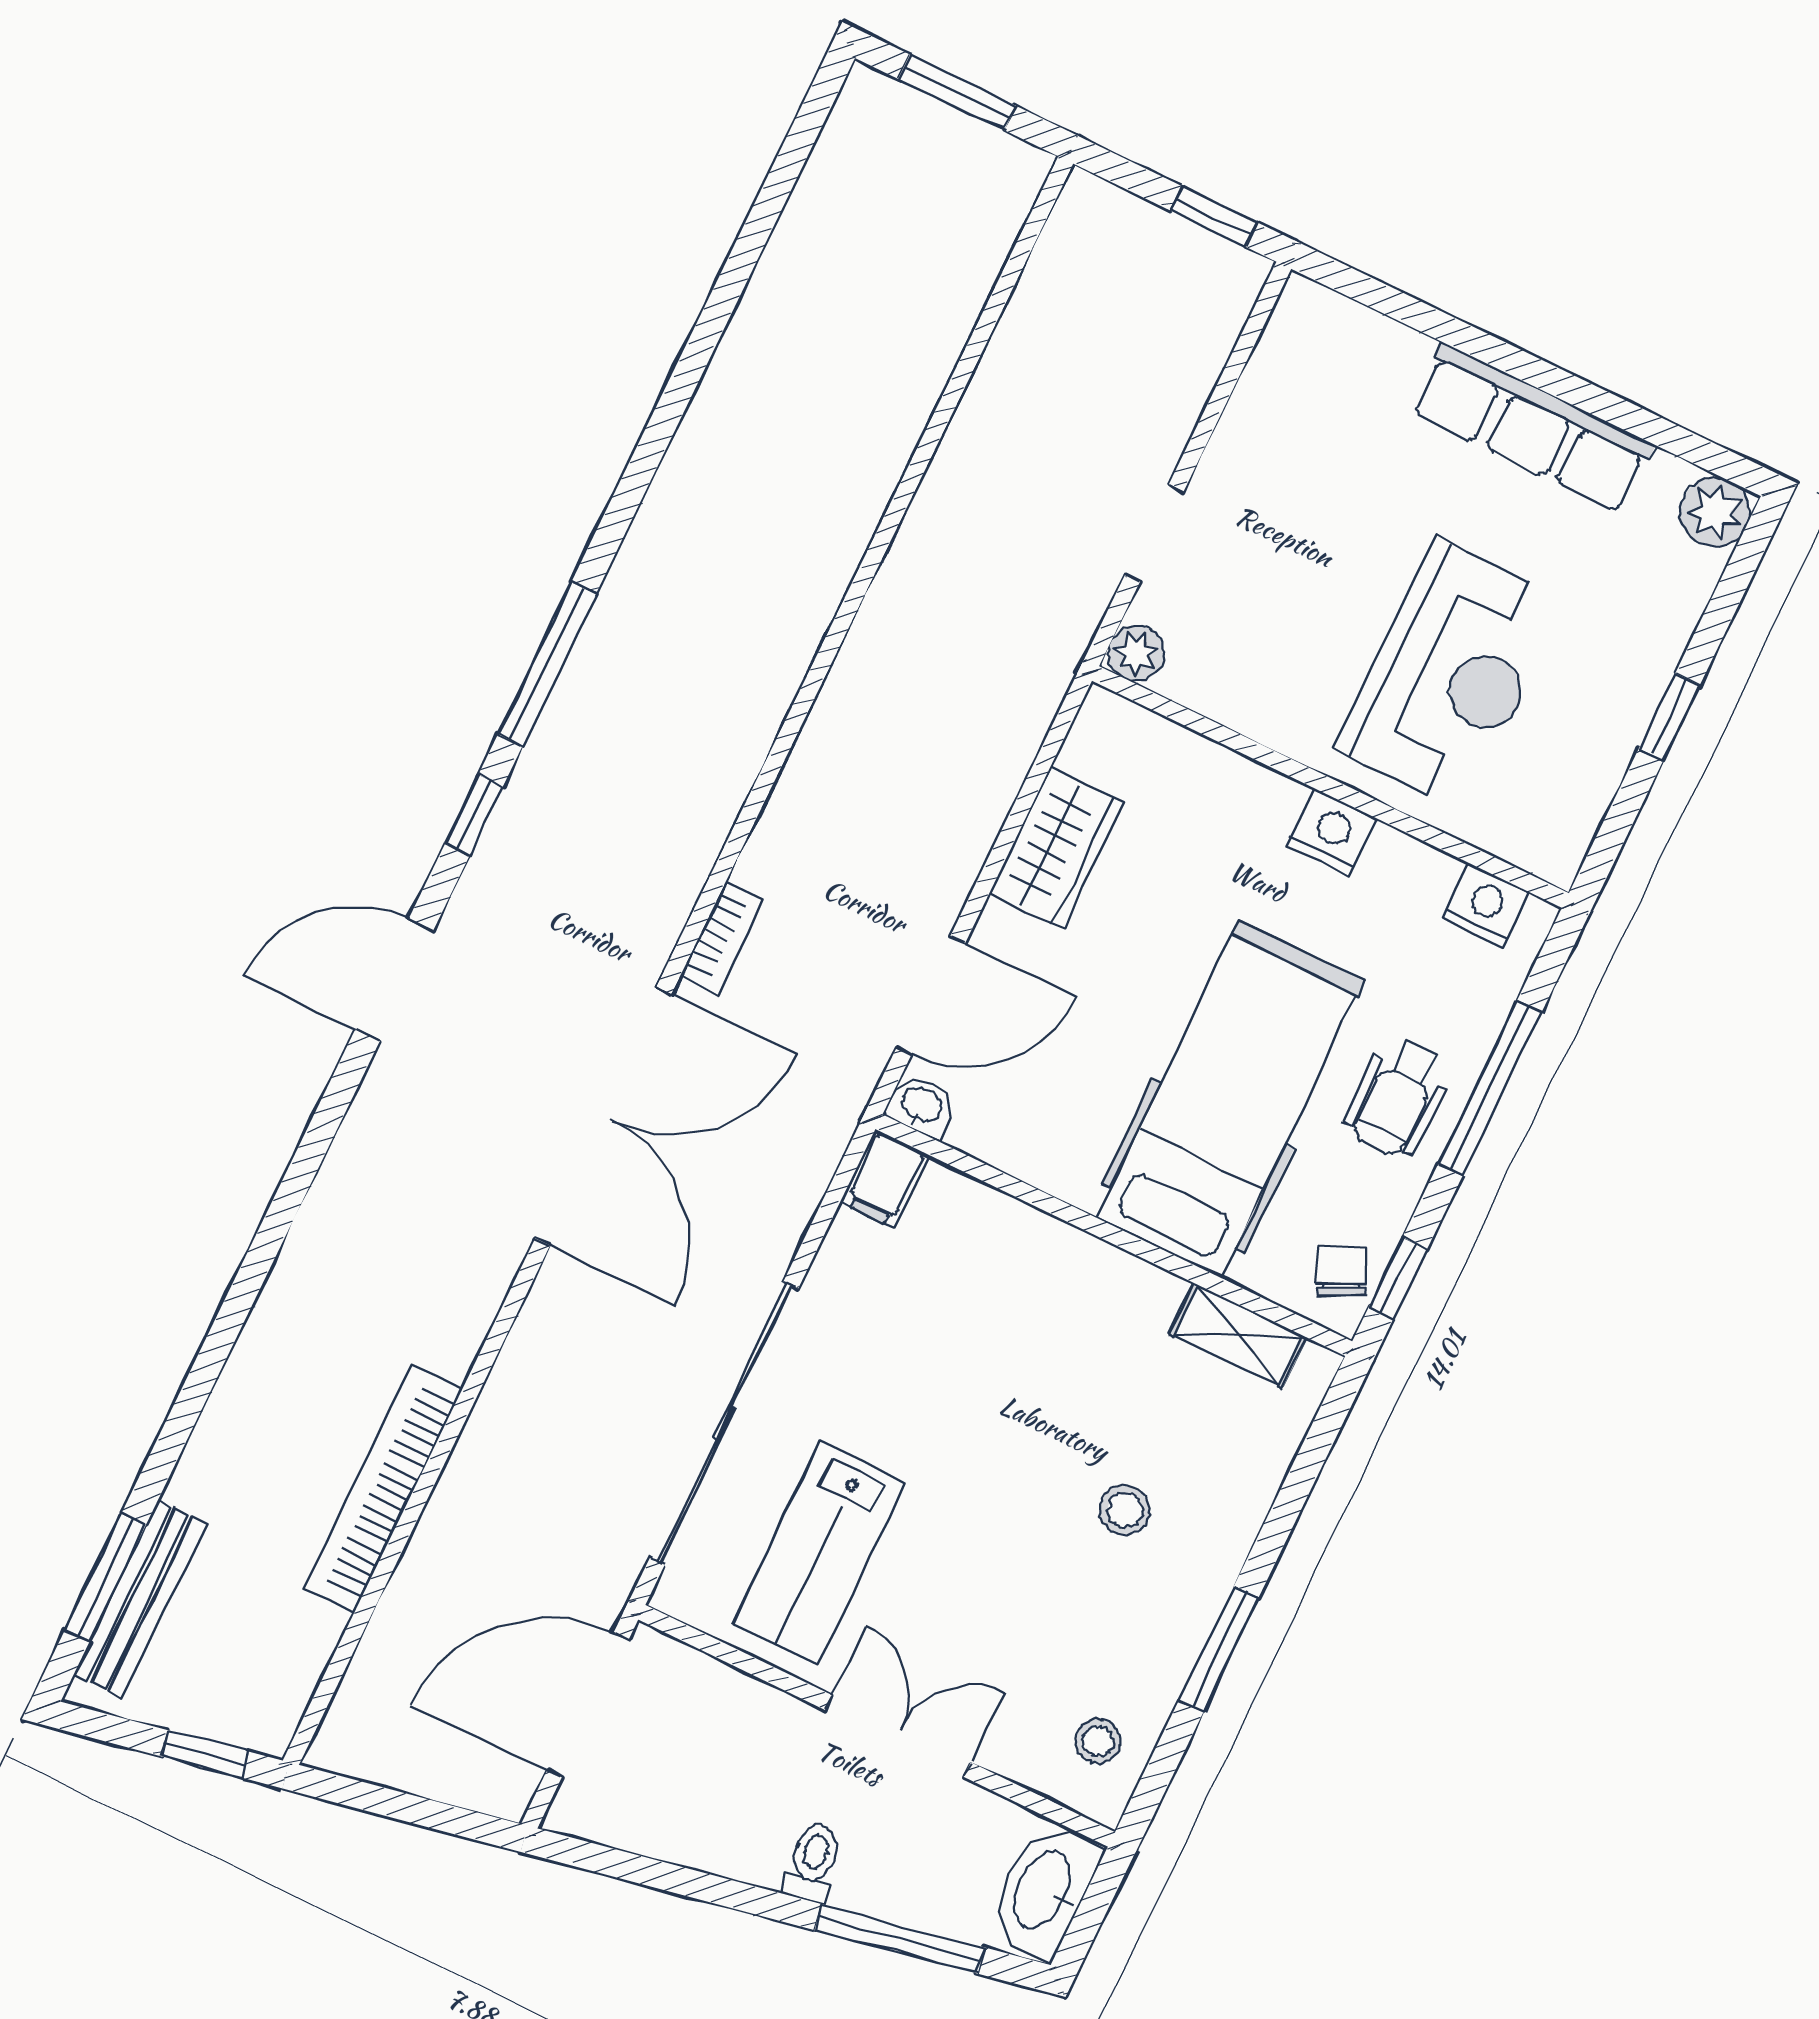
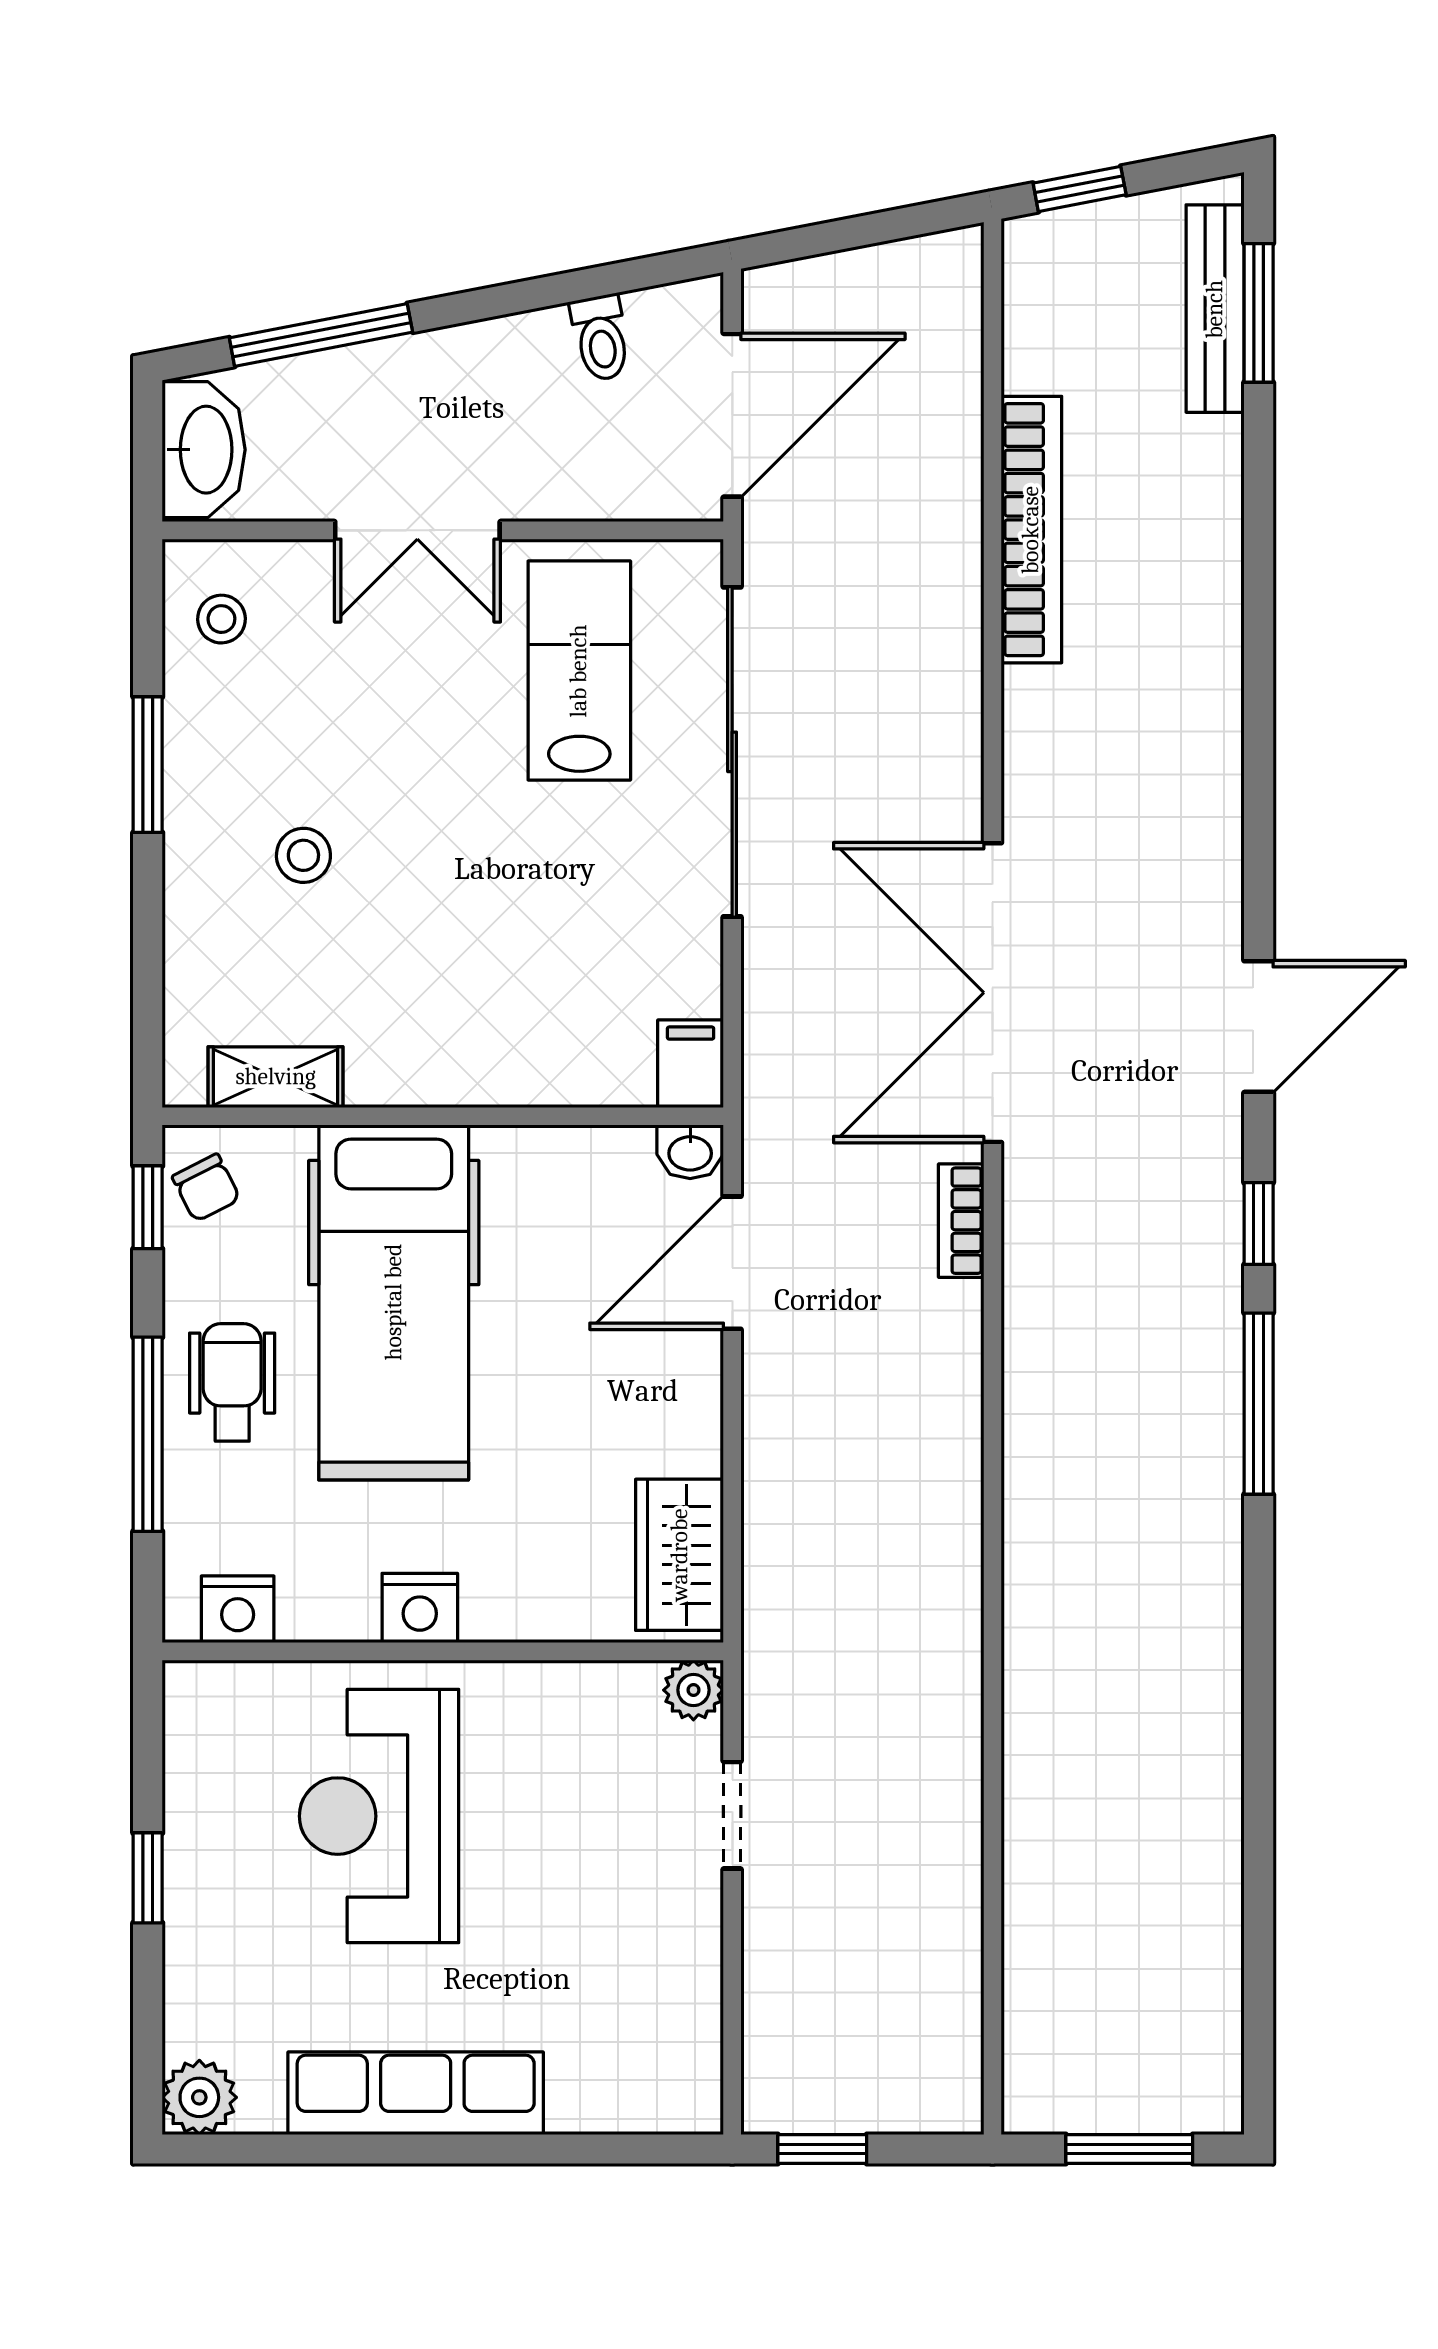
wardrobe: (1057, 848) -> (680, 1555), moved
toilet: (813, 1862) -> (601, 338), moved

